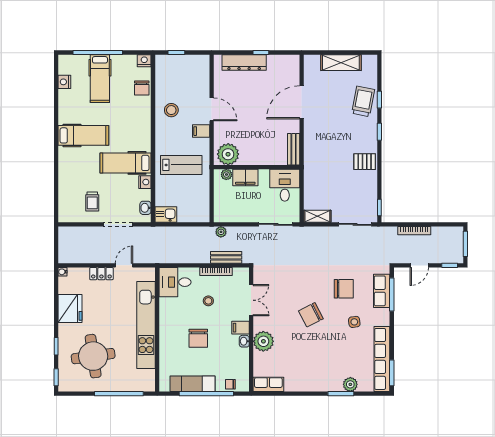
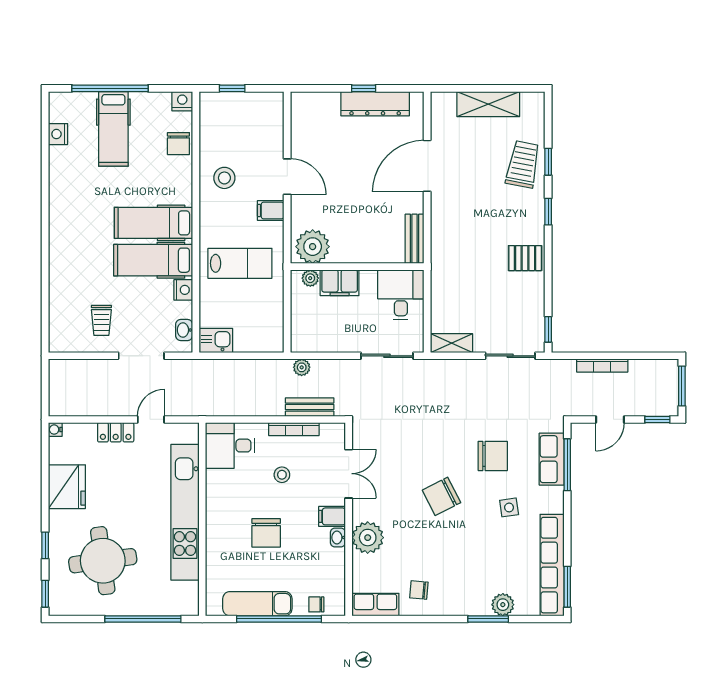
dresser: (244, 62) -> (375, 104), moved
hospital bed: (83, 135) -> (153, 223), moved, turned 180
chair: (296, 375) -> (419, 590), added

